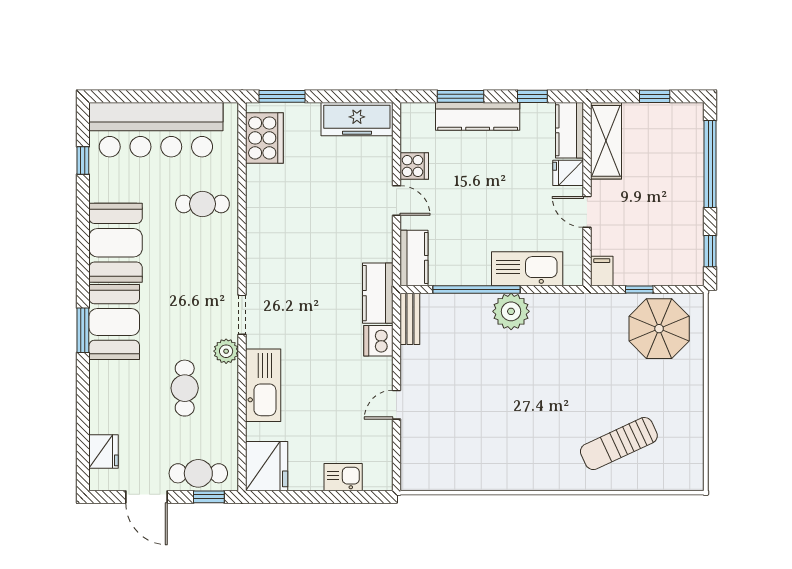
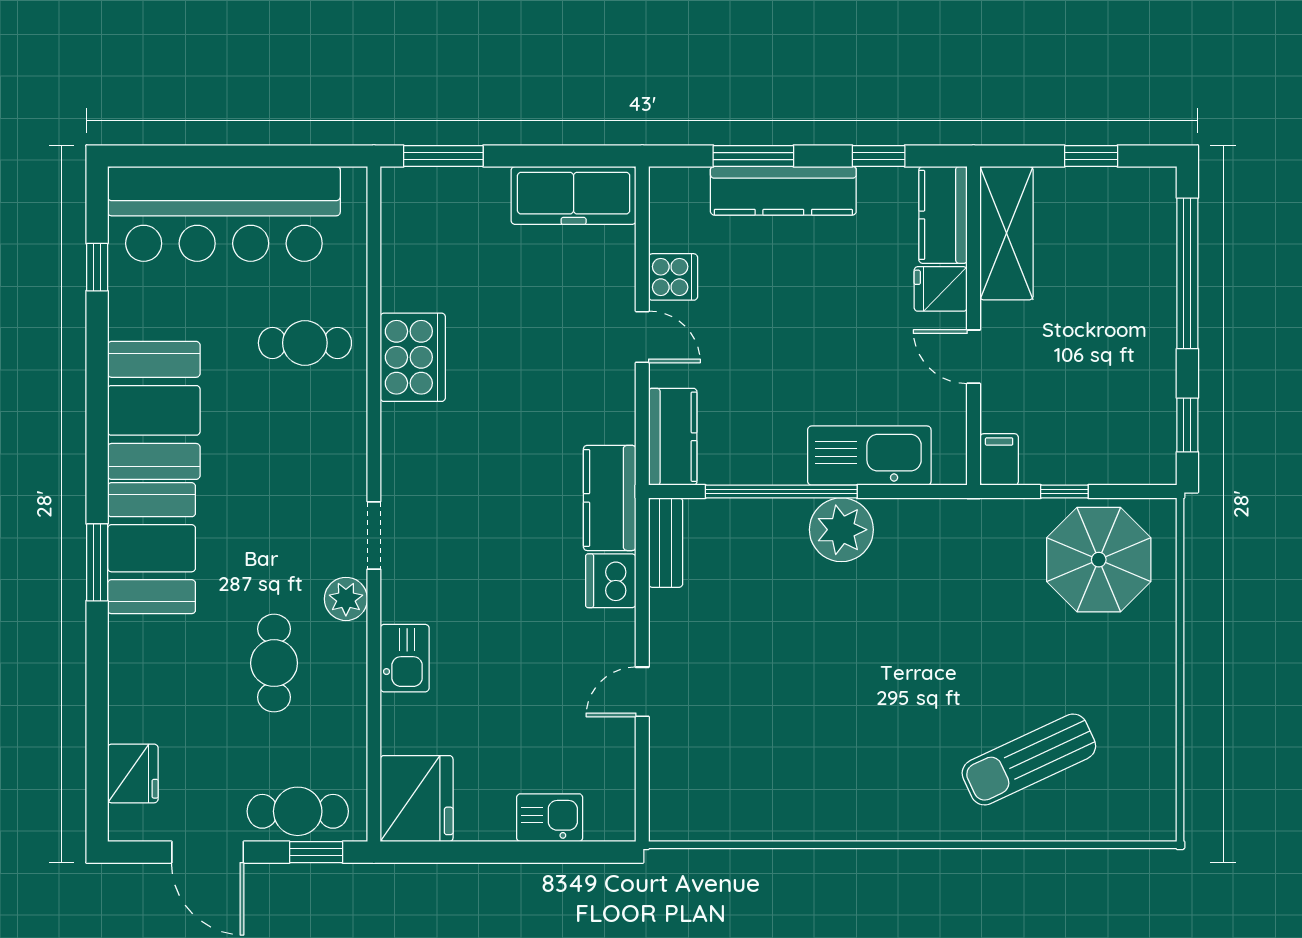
cooker: (264, 138) -> (413, 357), moved
kitchen sink: (263, 385) -> (405, 658), width x0.53, depth x0.81

